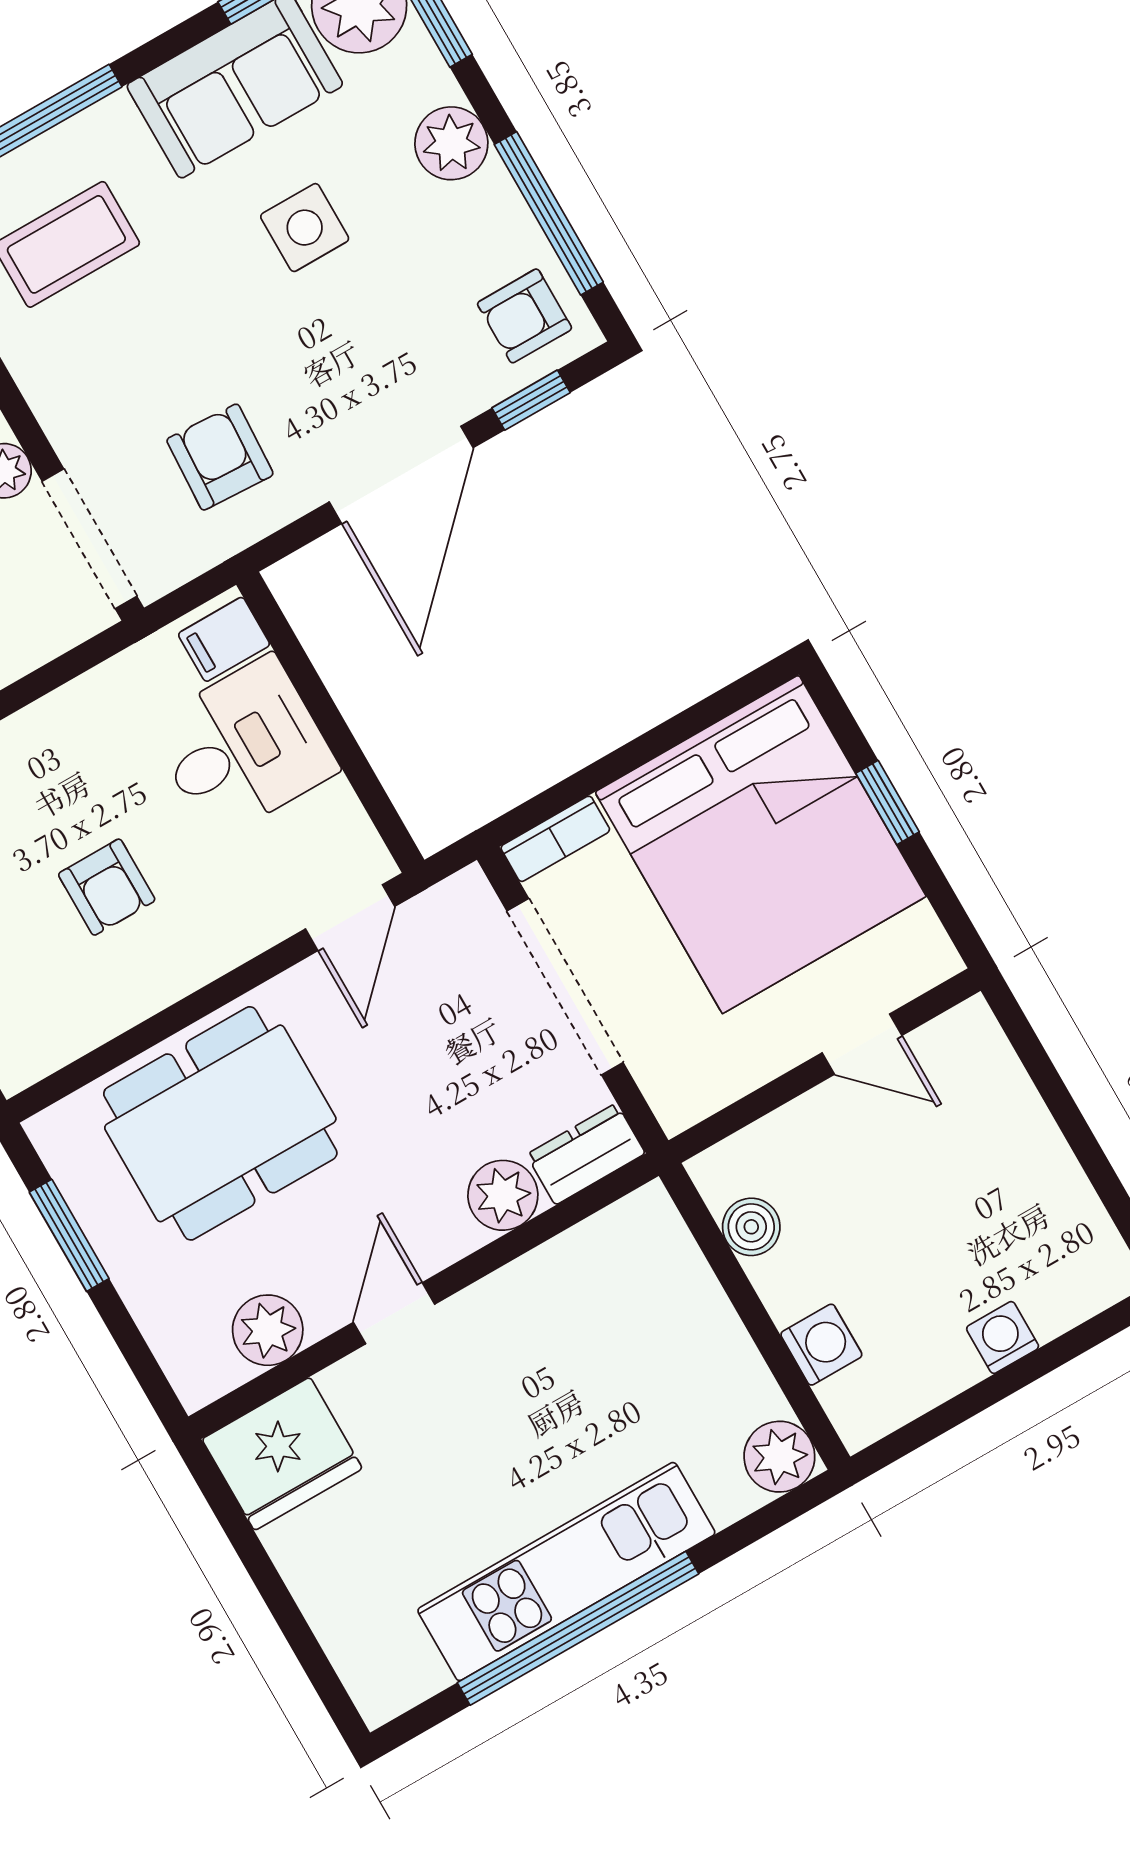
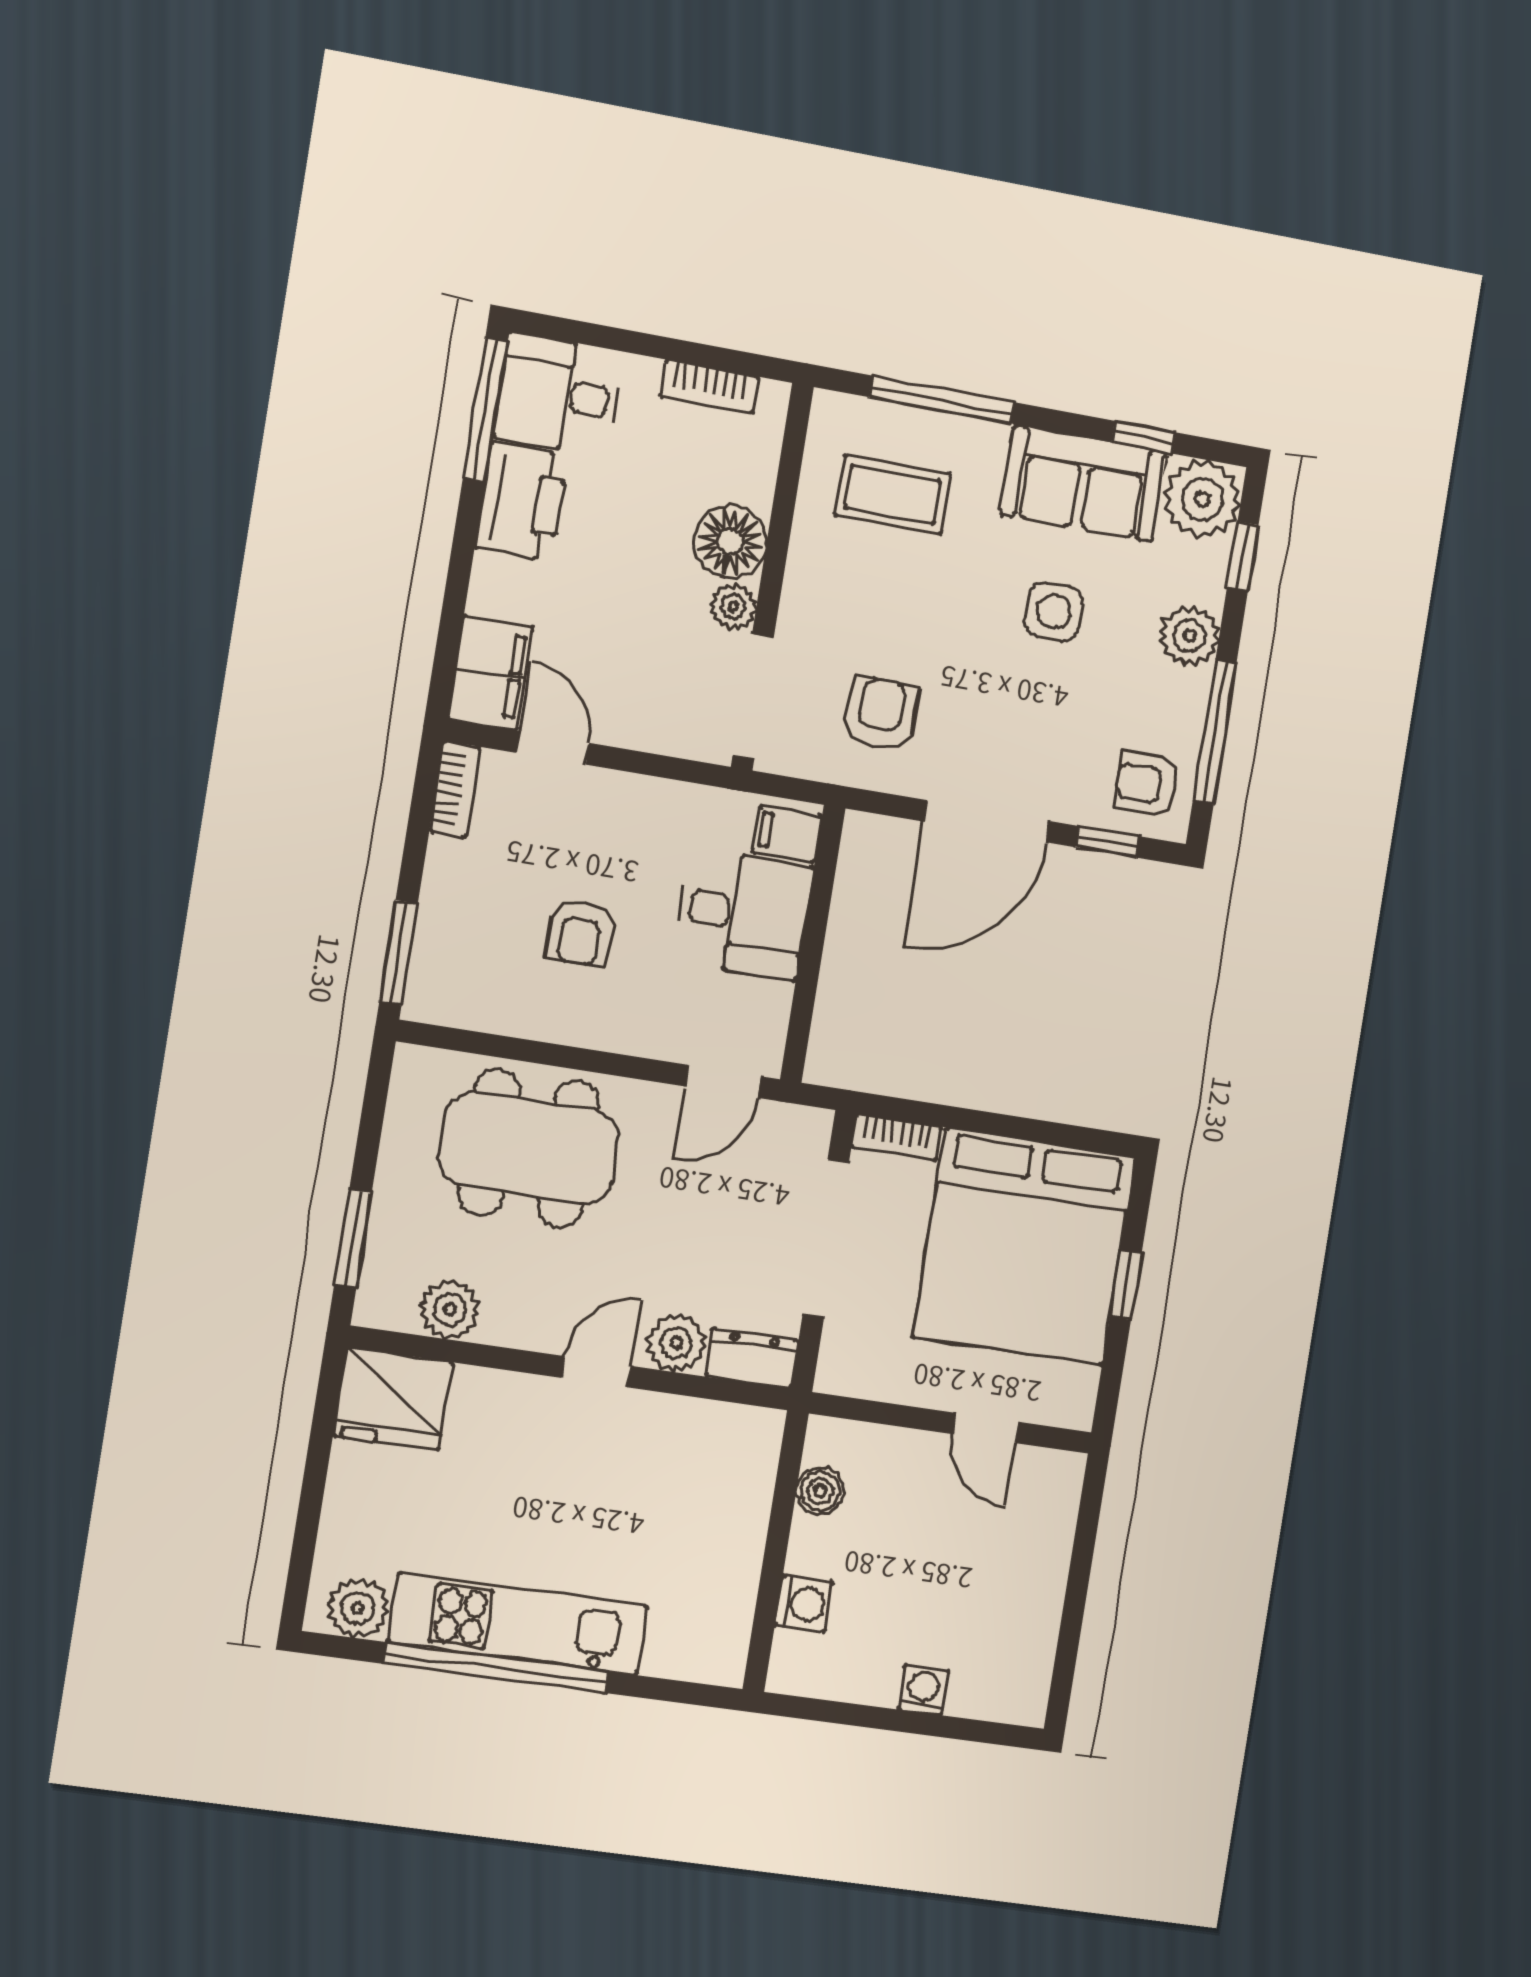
window: (69, 1235) -> (353, 1239), moved
door: (394, 1313) -> (596, 1372), moved
plant: (779, 1457) -> (358, 1608), moved

